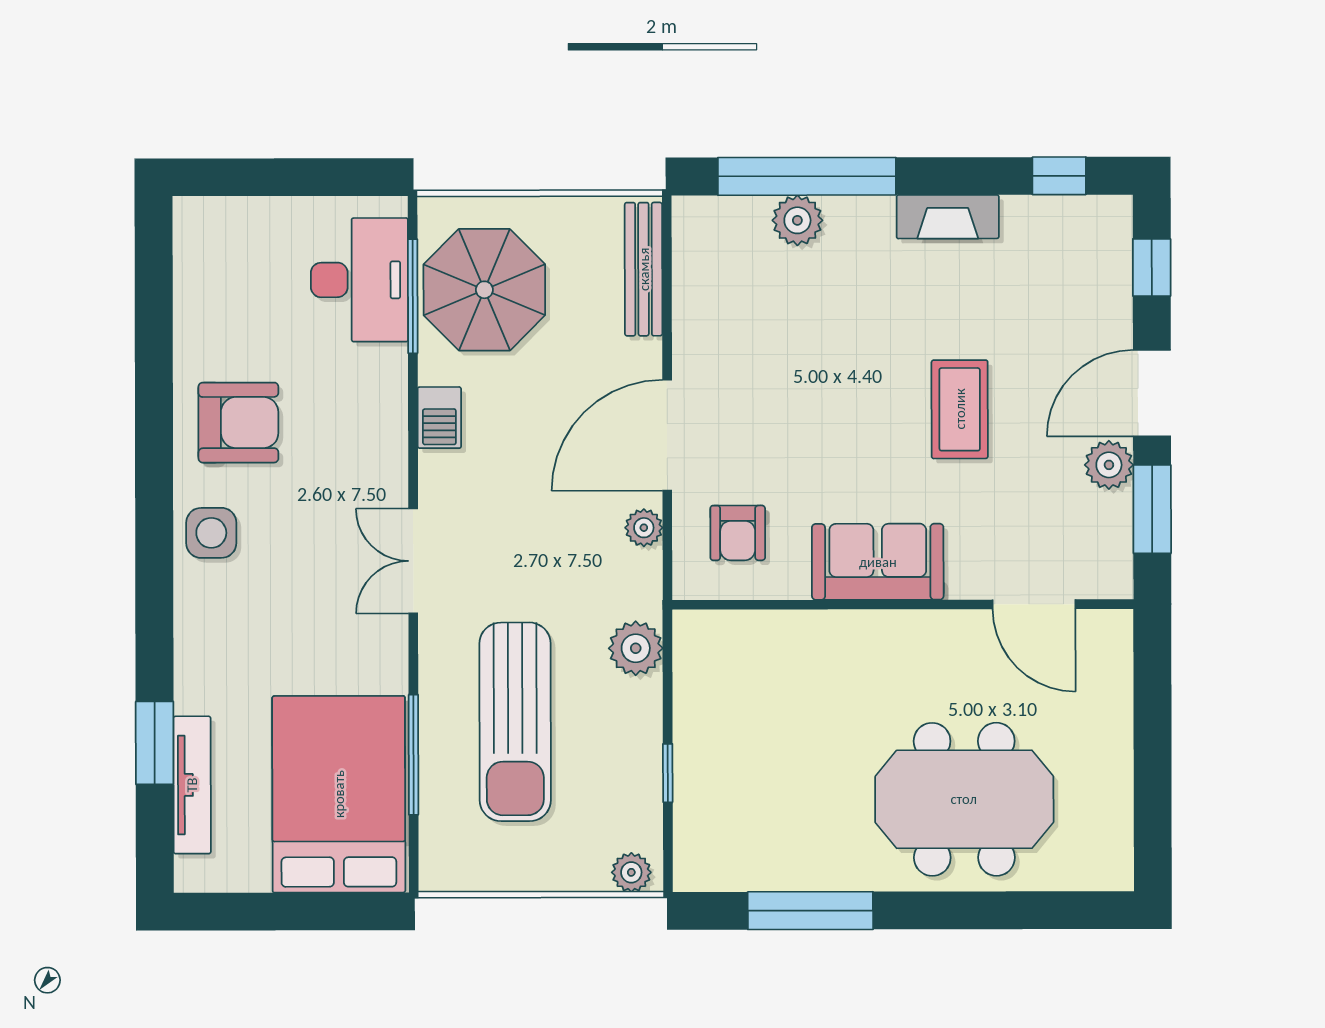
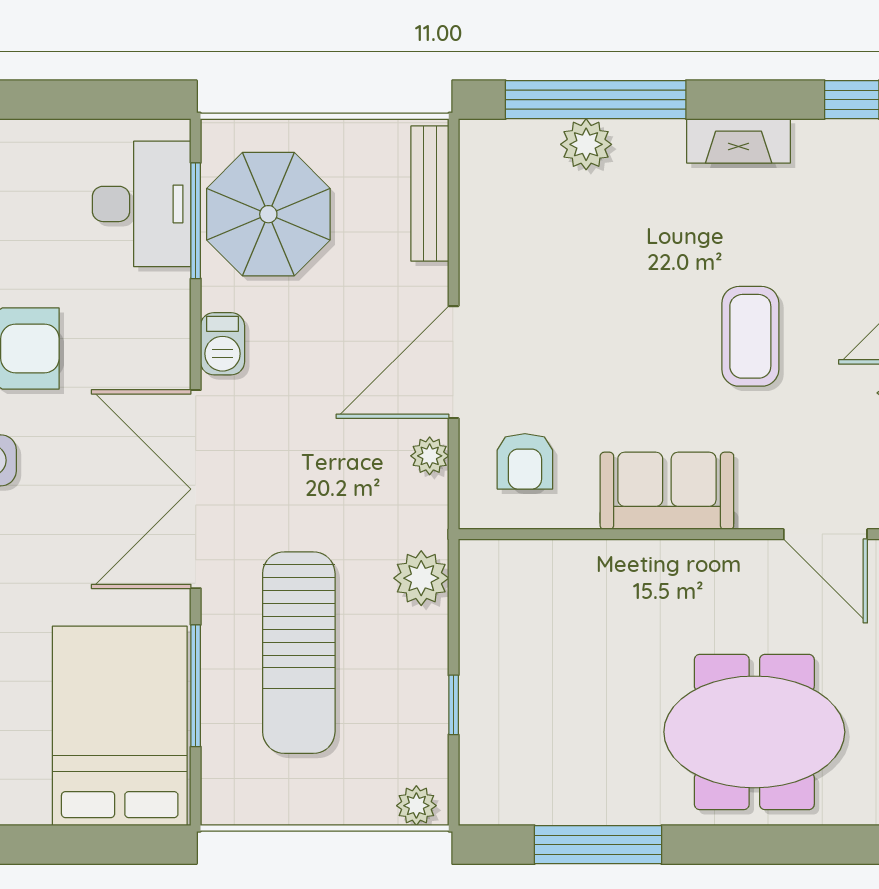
double door: (413, 561) -> (196, 489), width x1.87

